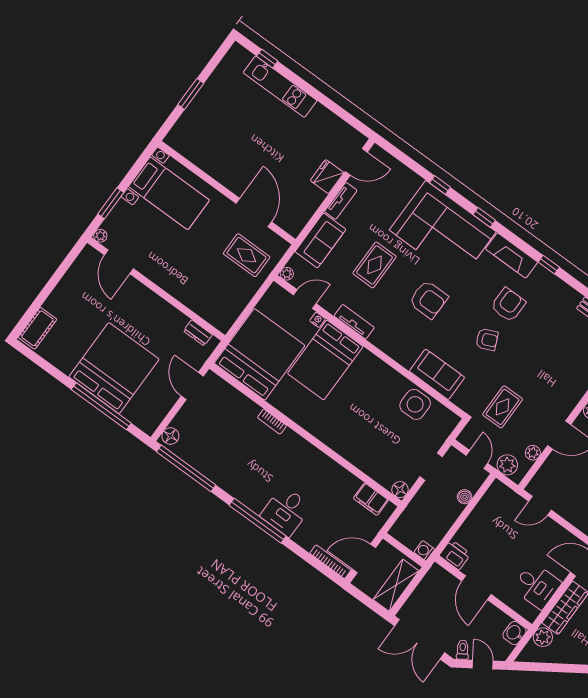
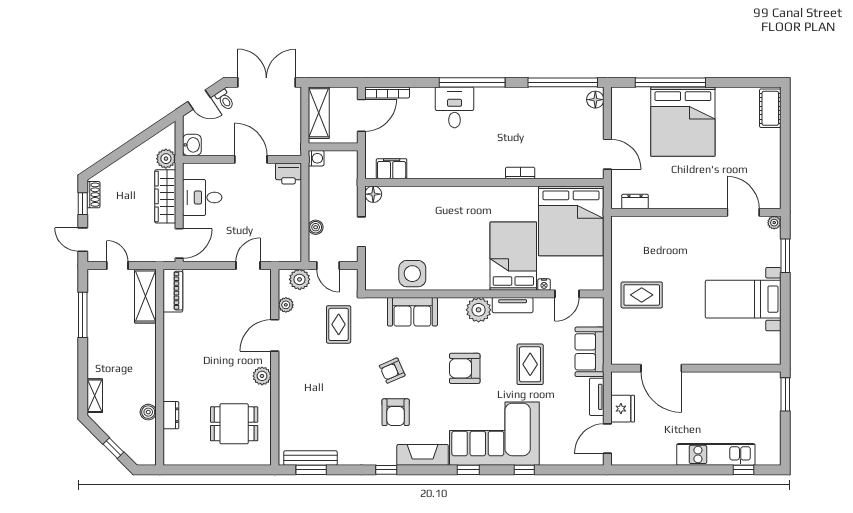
wall: (227, 193) -> (696, 368), moved
door: (254, 213) -> (661, 368), moved
plant: (287, 274) -> (479, 310), moved, width x1.88, depth x1.88

